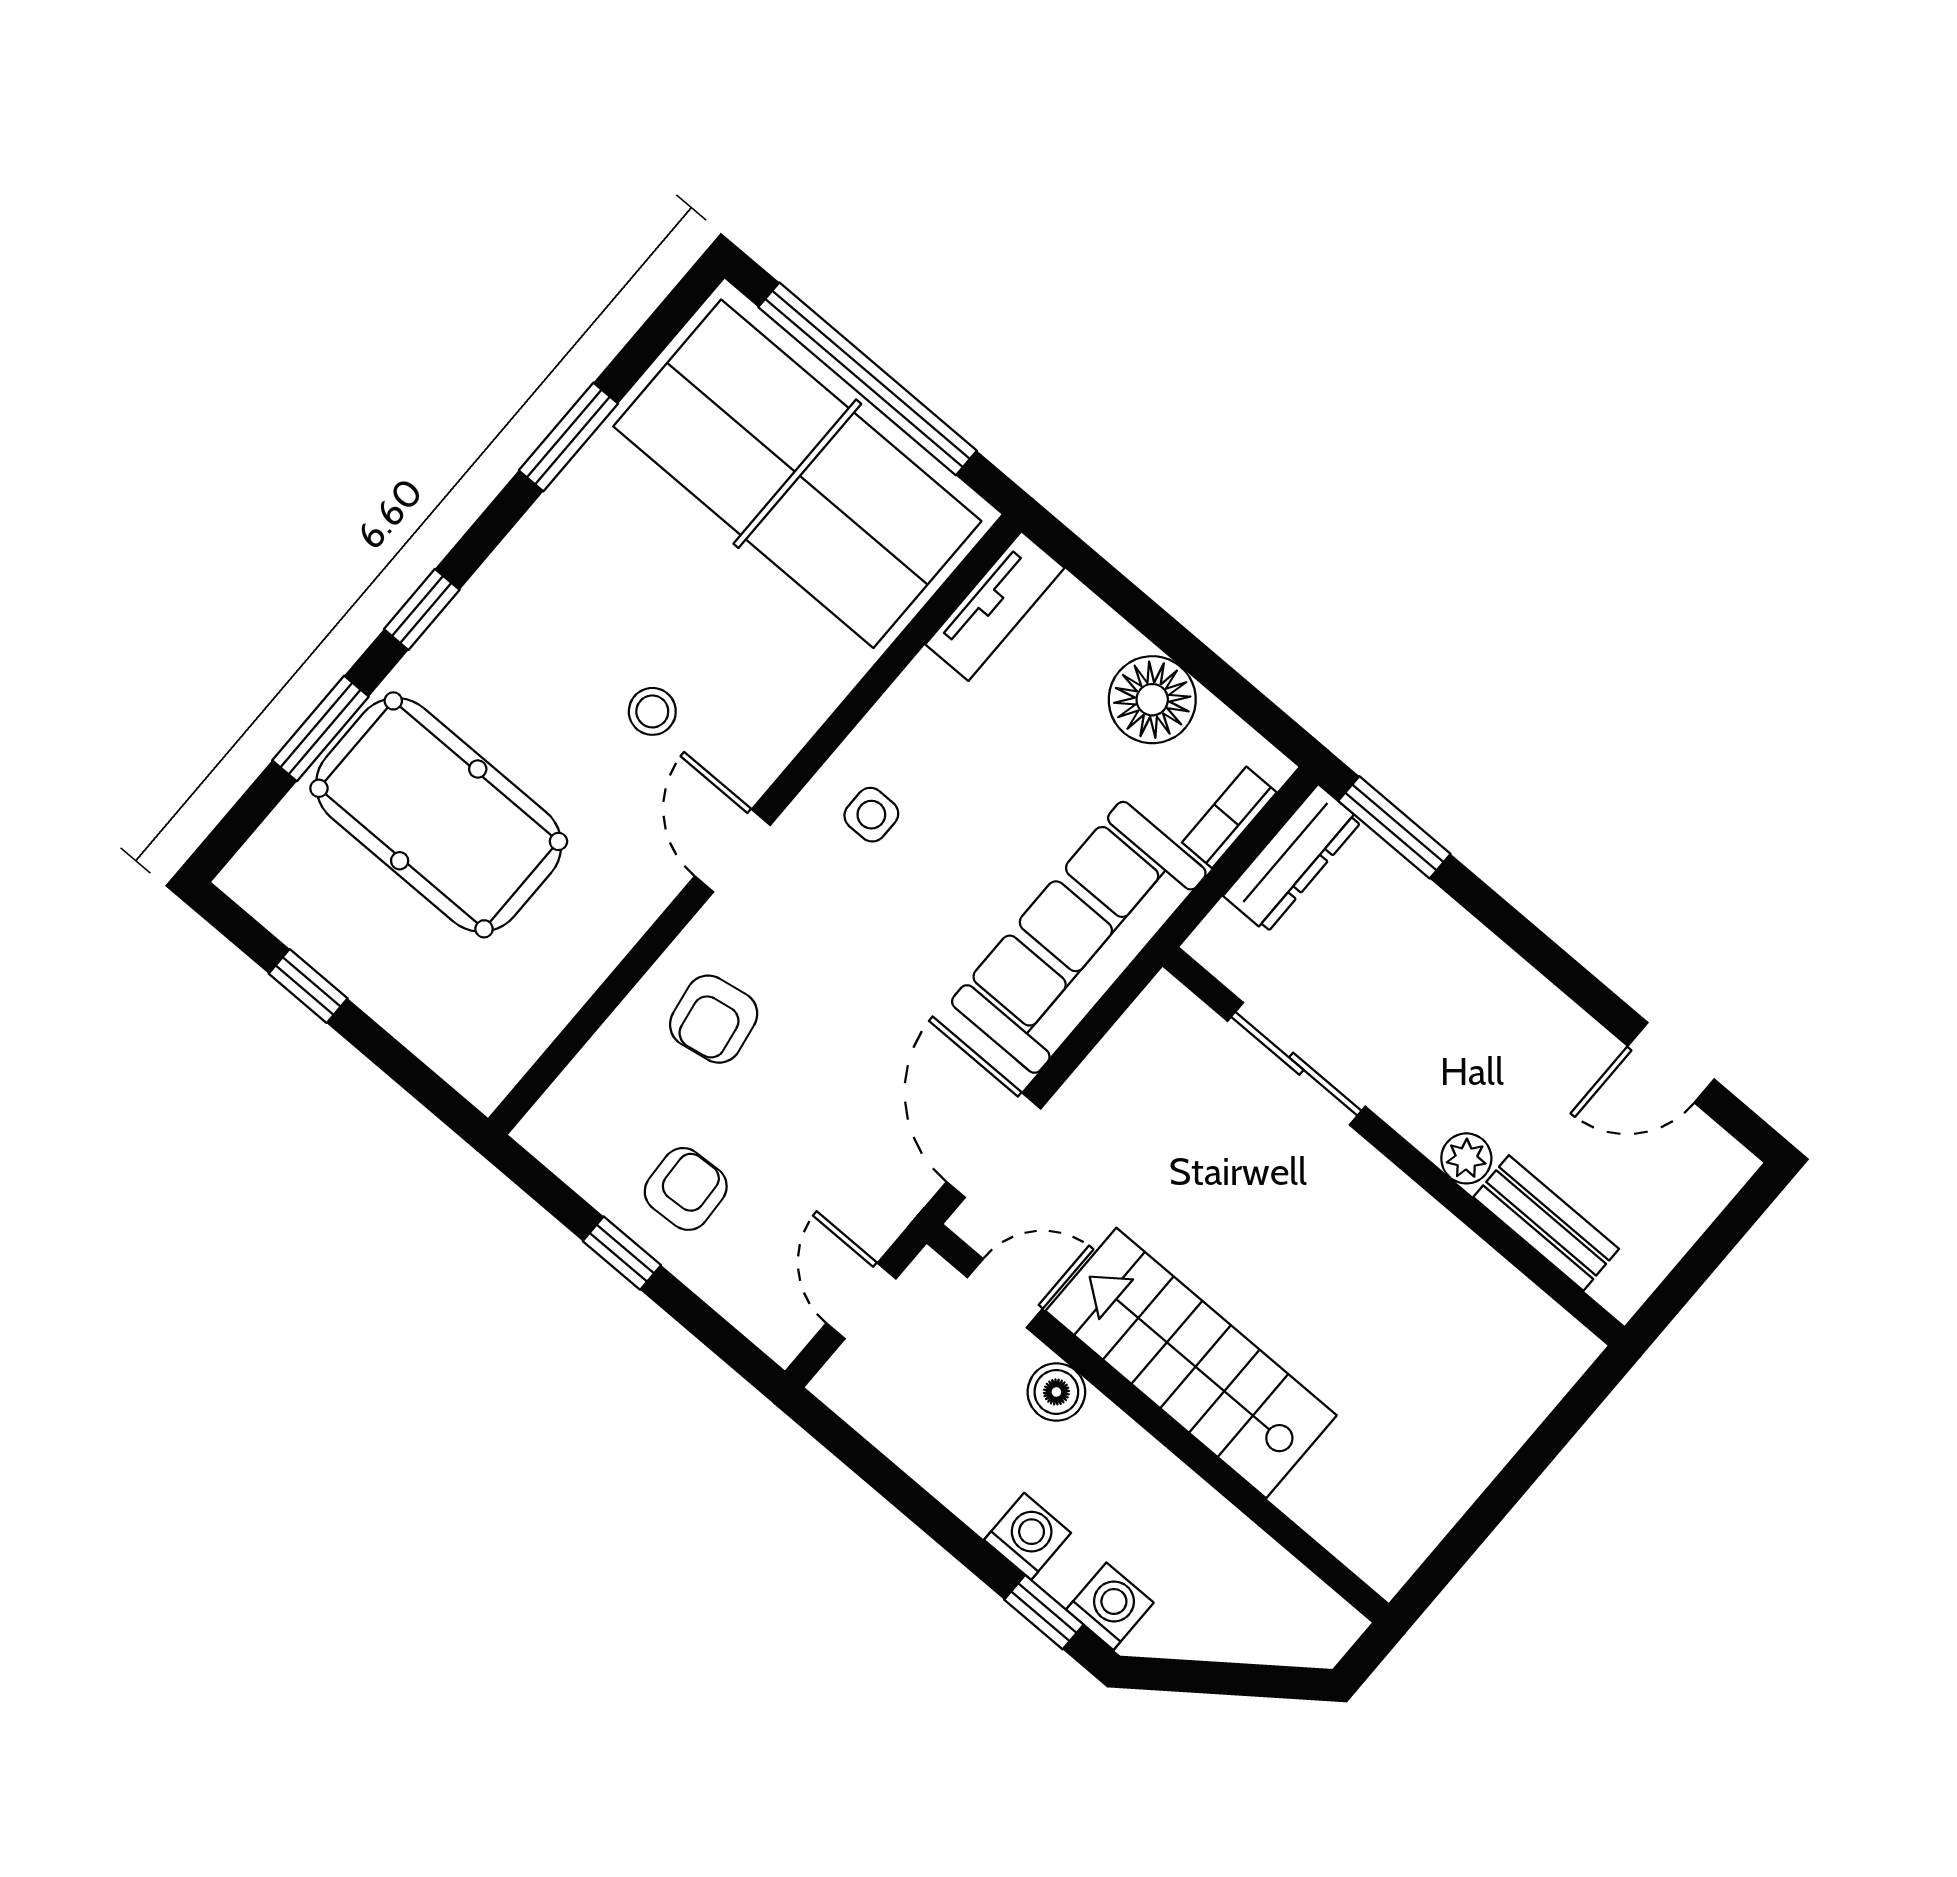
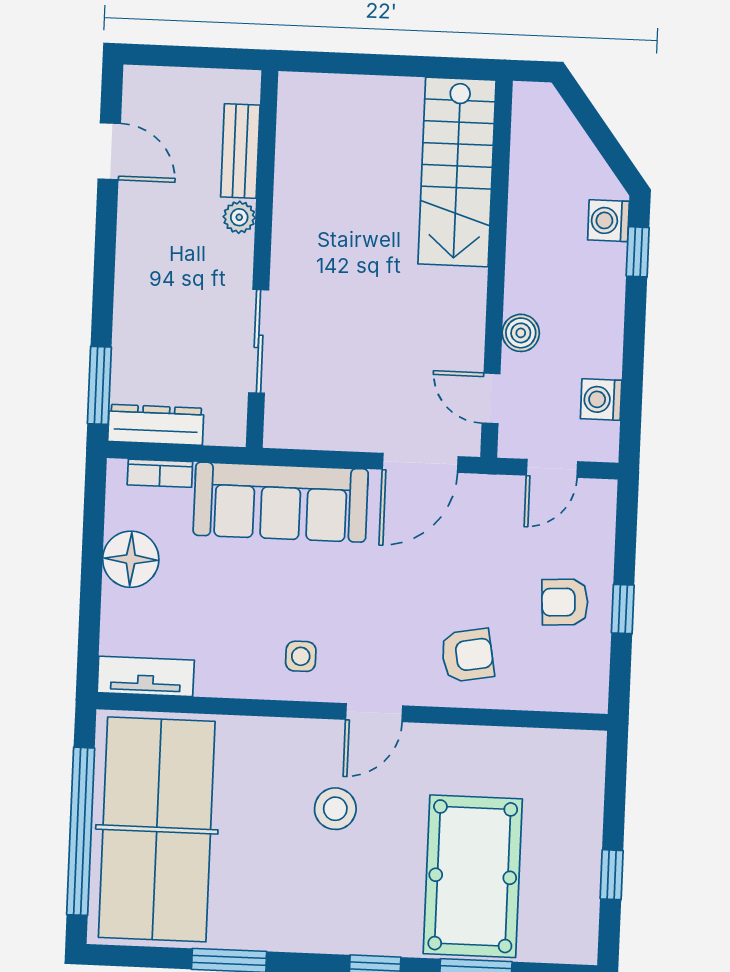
stool: (652, 711) -> (335, 809), width x1.37, depth x1.37
stairs: (1191, 1363) -> (457, 172), moved
washing machine: (1028, 1536) -> (601, 400), moved

